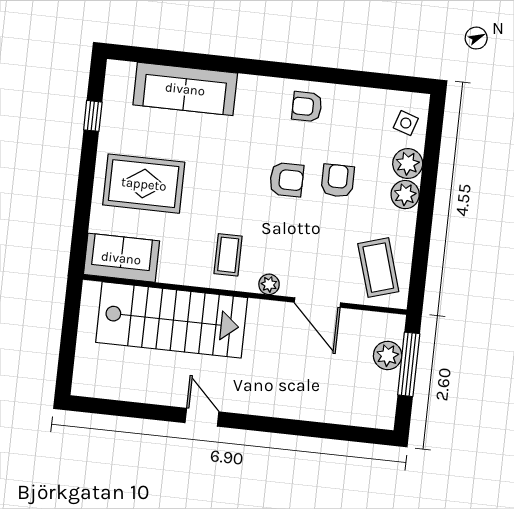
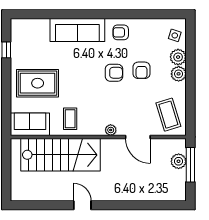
sofa: (185, 89) -> (77, 30), moved
armchair: (338, 181) -> (142, 70), turned 180
coffee table: (228, 255) -> (70, 119), moved

